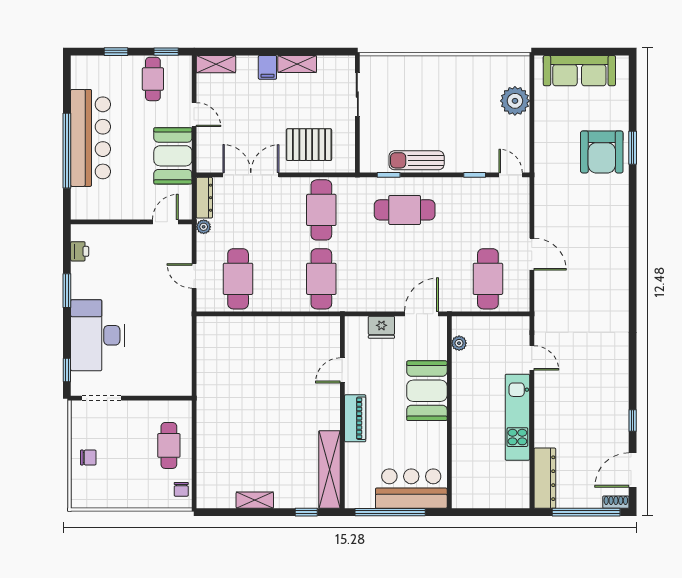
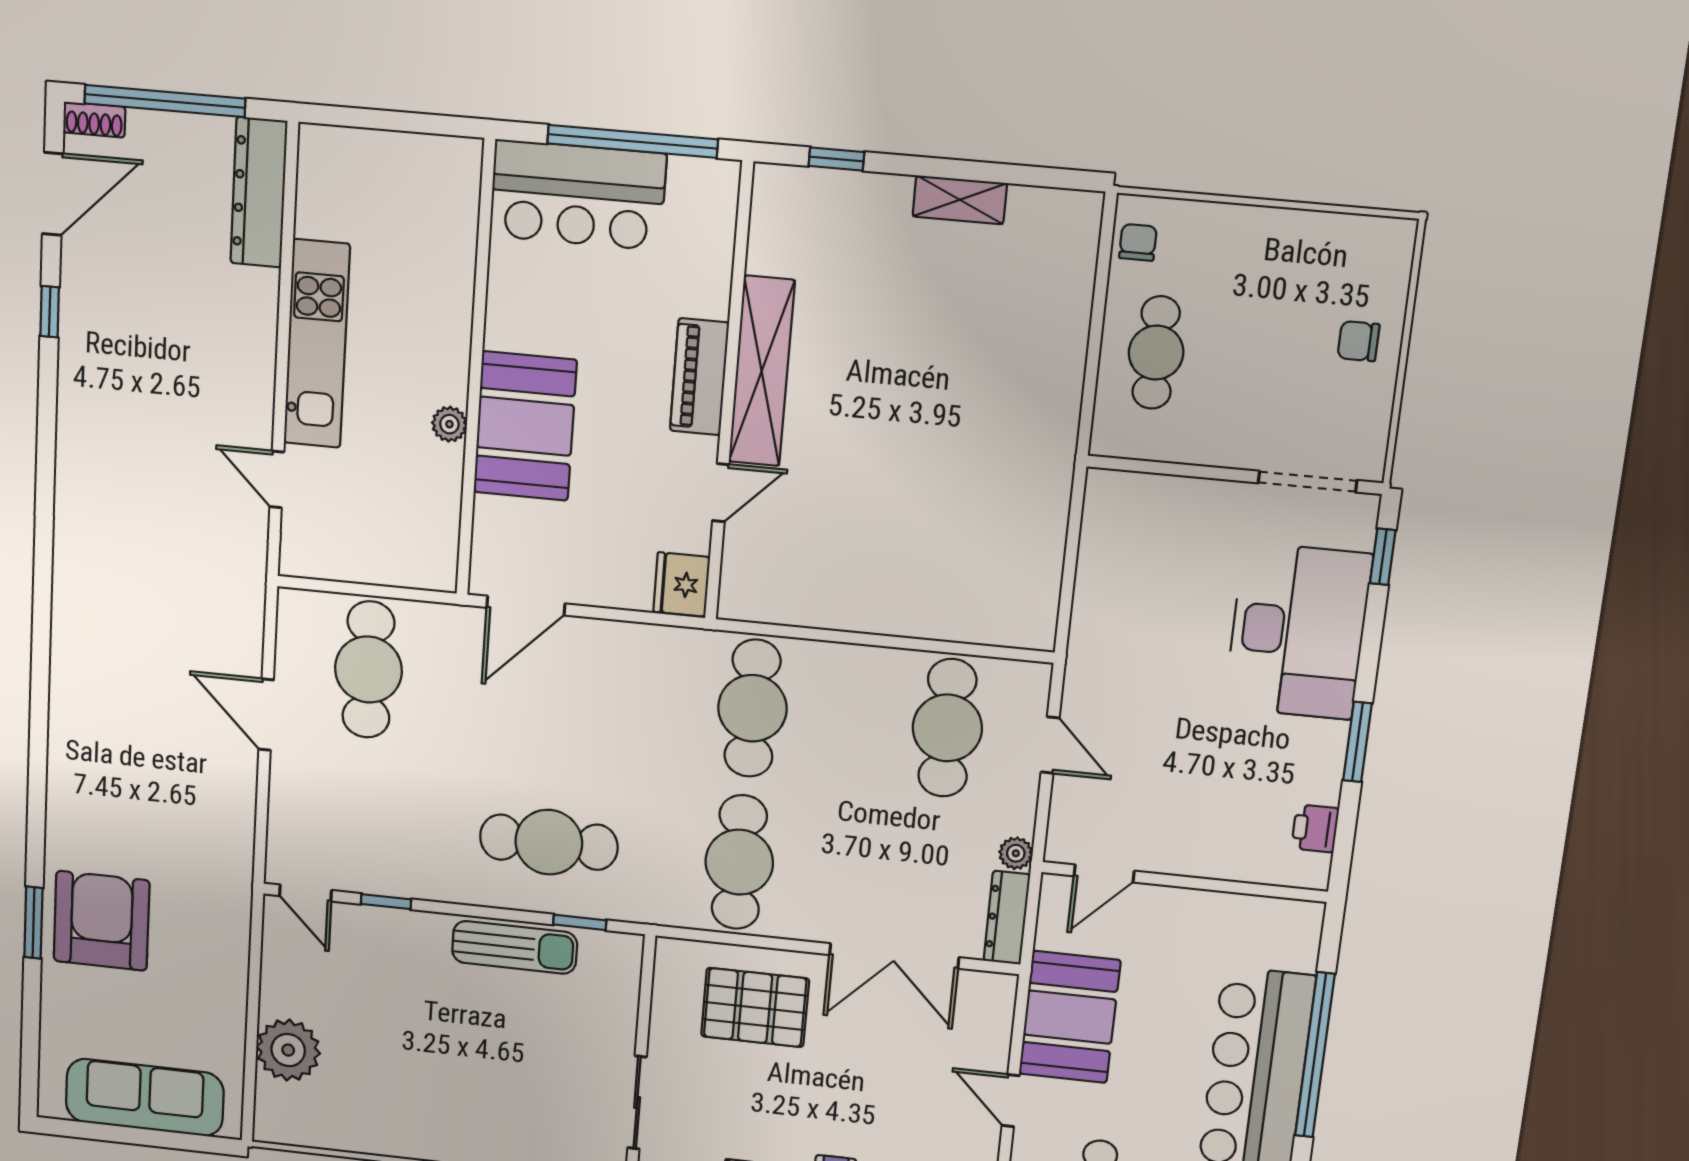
fridge: (381, 327) -> (682, 584), moved, turned -90
plant: (459, 343) -> (449, 424), moved
shelving: (329, 470) -> (762, 371), moved

